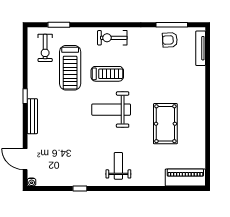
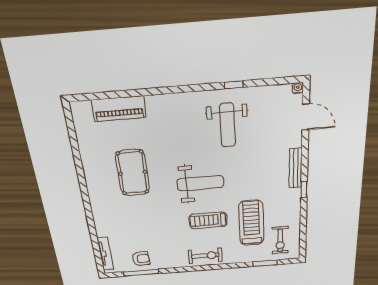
exercise bike: (45, 48) -> (280, 240), turned 180
weight bench: (118, 166) -> (227, 125), moved, width x1.36, depth x1.33
piano: (185, 178) -> (119, 109), moved

